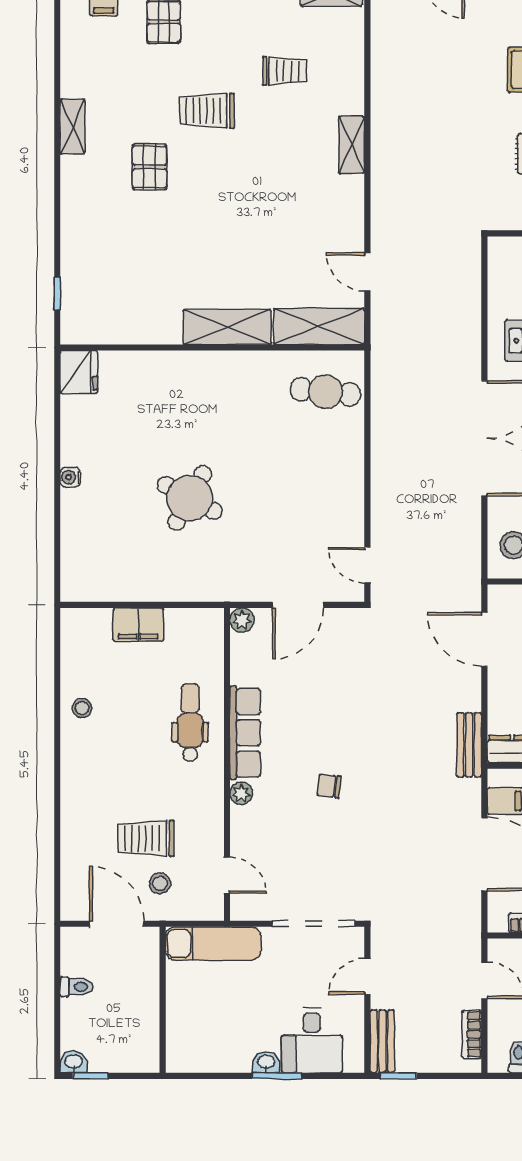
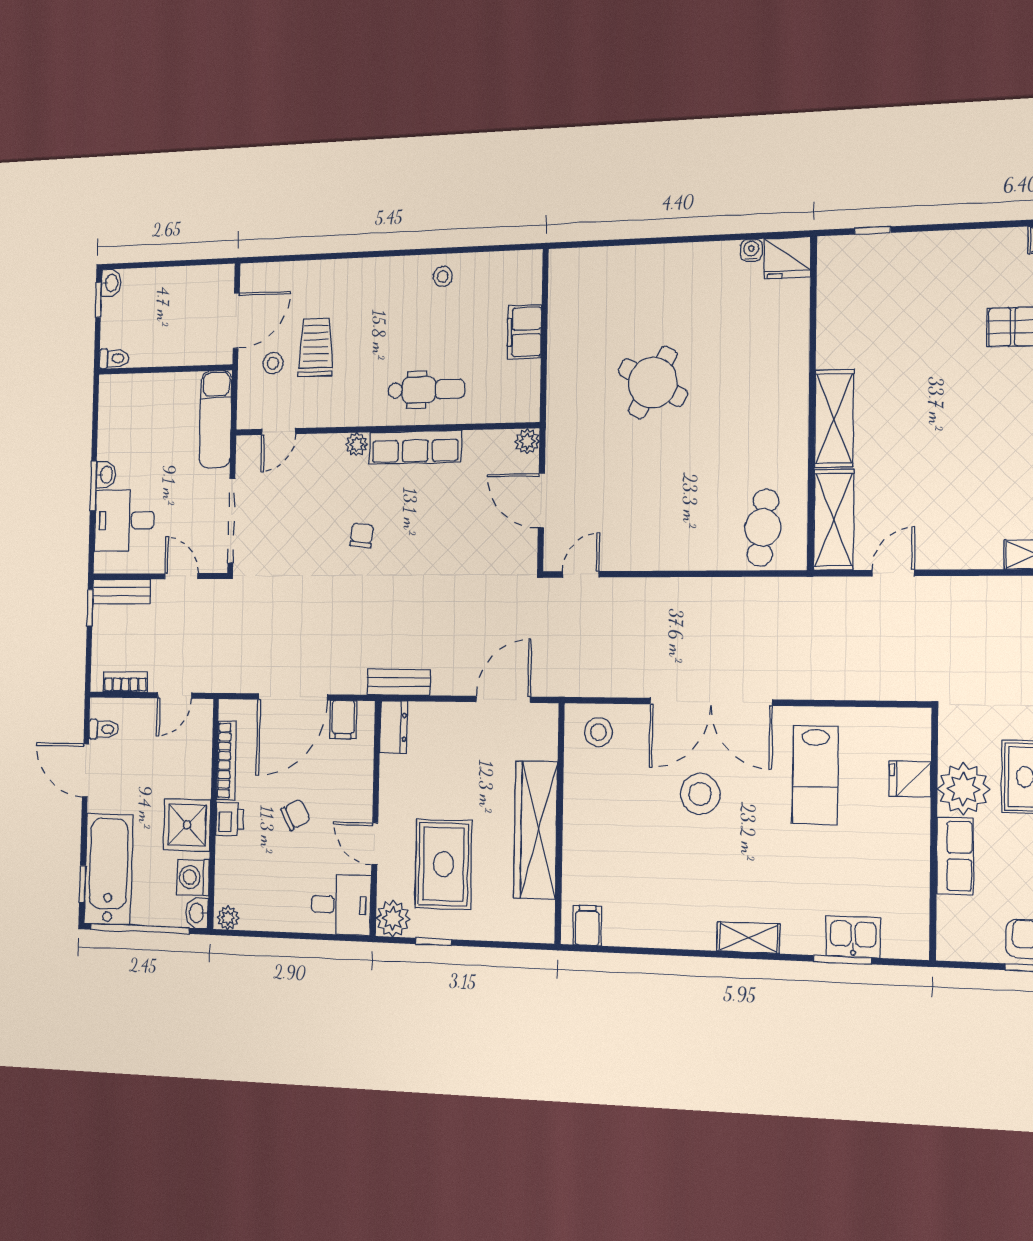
water cooler: (70, 477) -> (751, 250), moved
toilet: (76, 987) -> (114, 358), moved, turned -90

